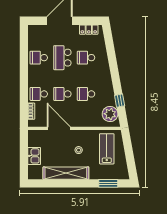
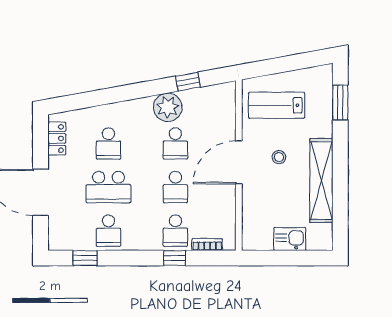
window: (24, 45) -> (85, 258), added
window: (24, 93) -> (175, 258), added
plant: (110, 114) -> (168, 107), moved
door: (59, 128) -> (239, 162), moved

